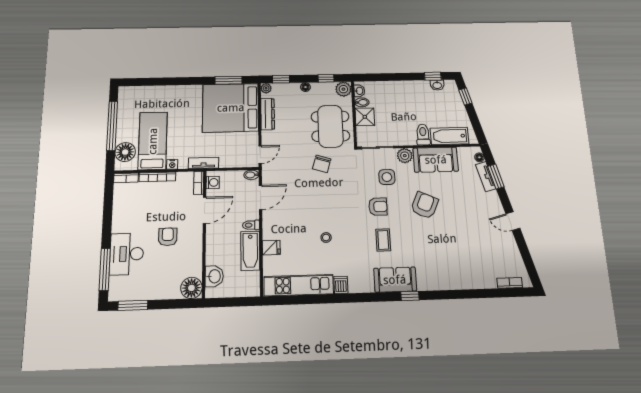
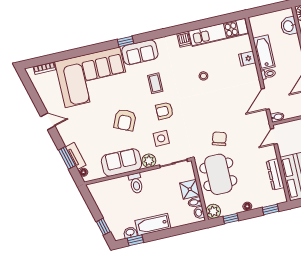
plant: (266, 88) -> (282, 198), removed
bathtub: (449, 136) -> (153, 224), moved, turned 180
corner sofa: (455, 261) -> (92, 77), added

